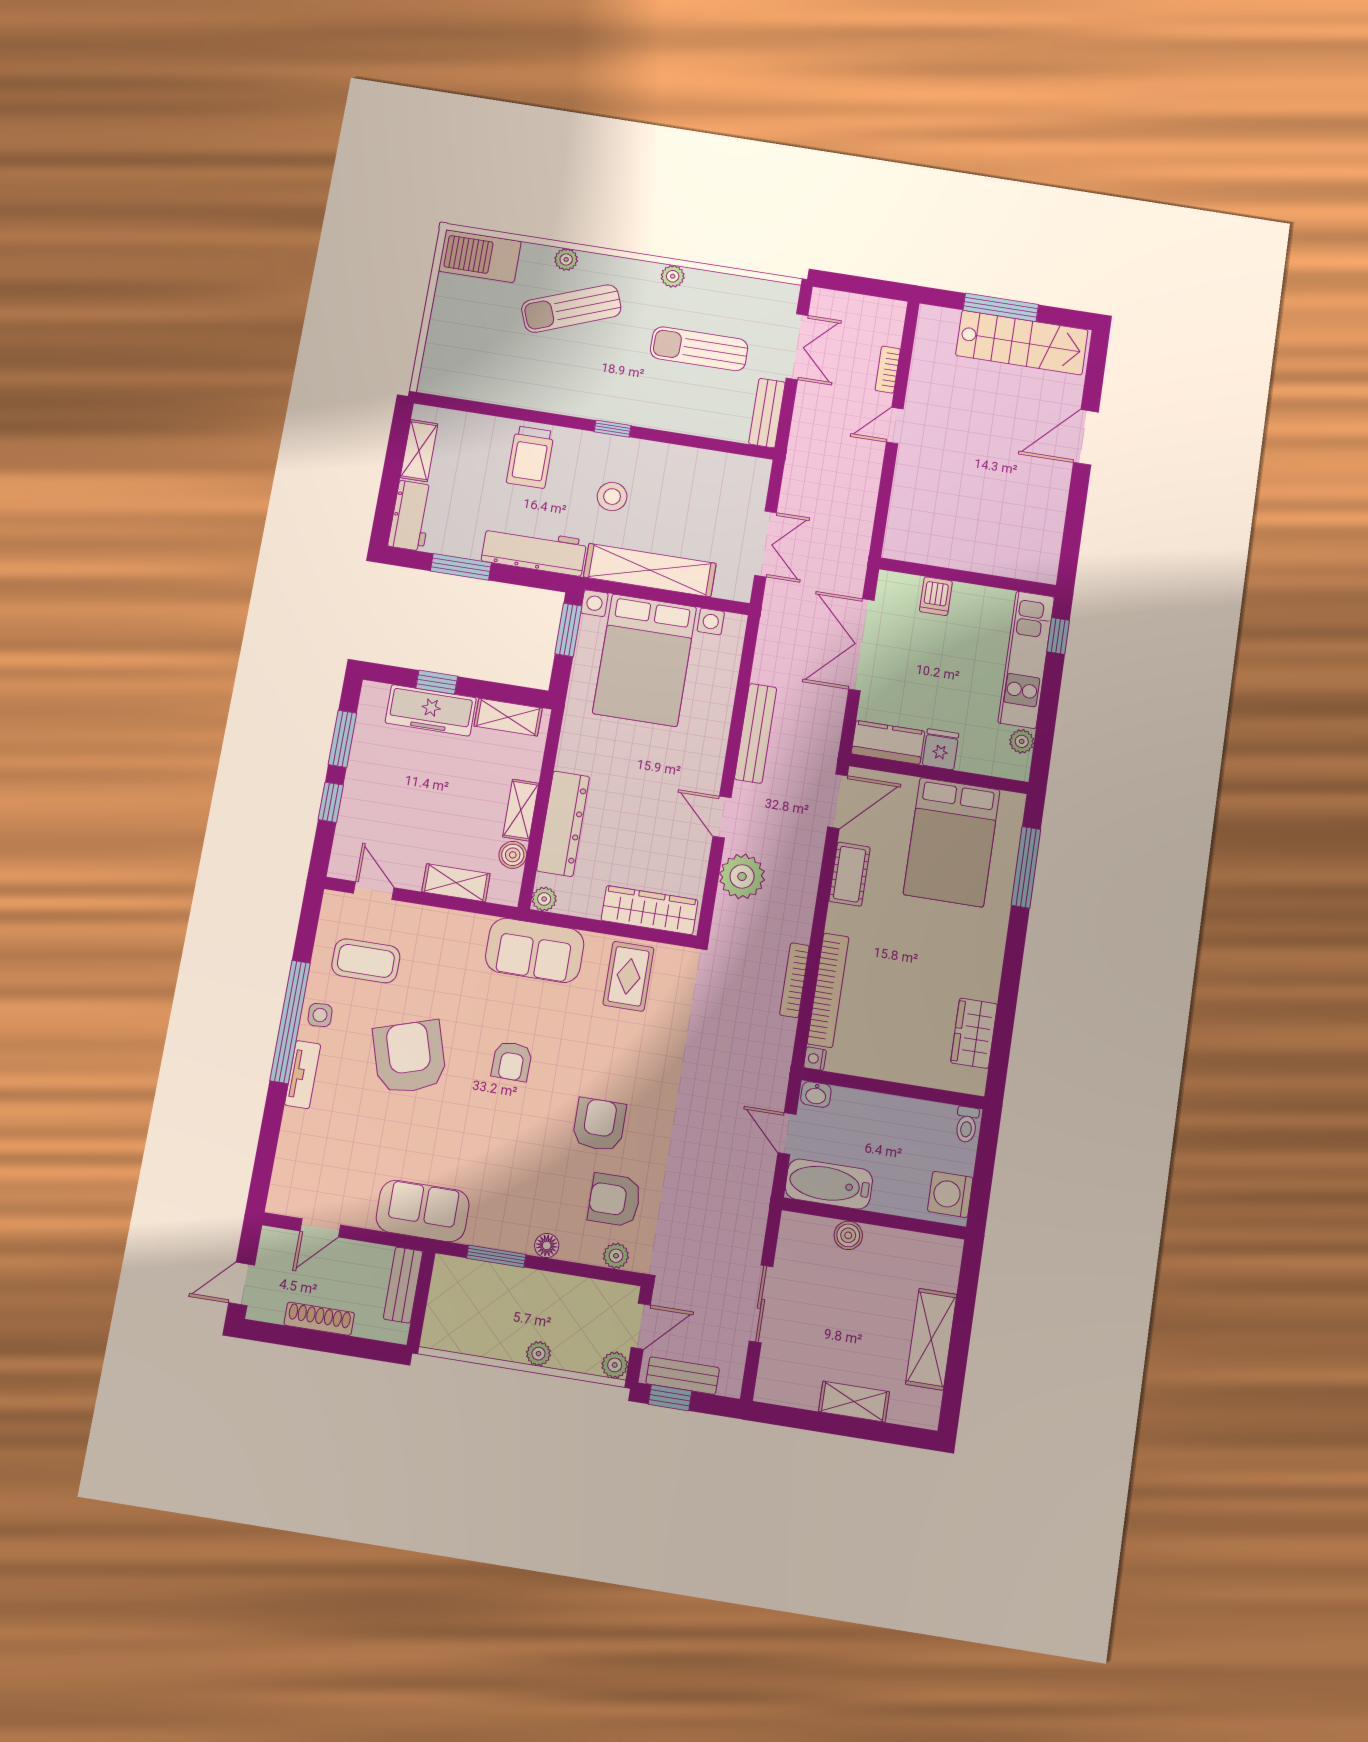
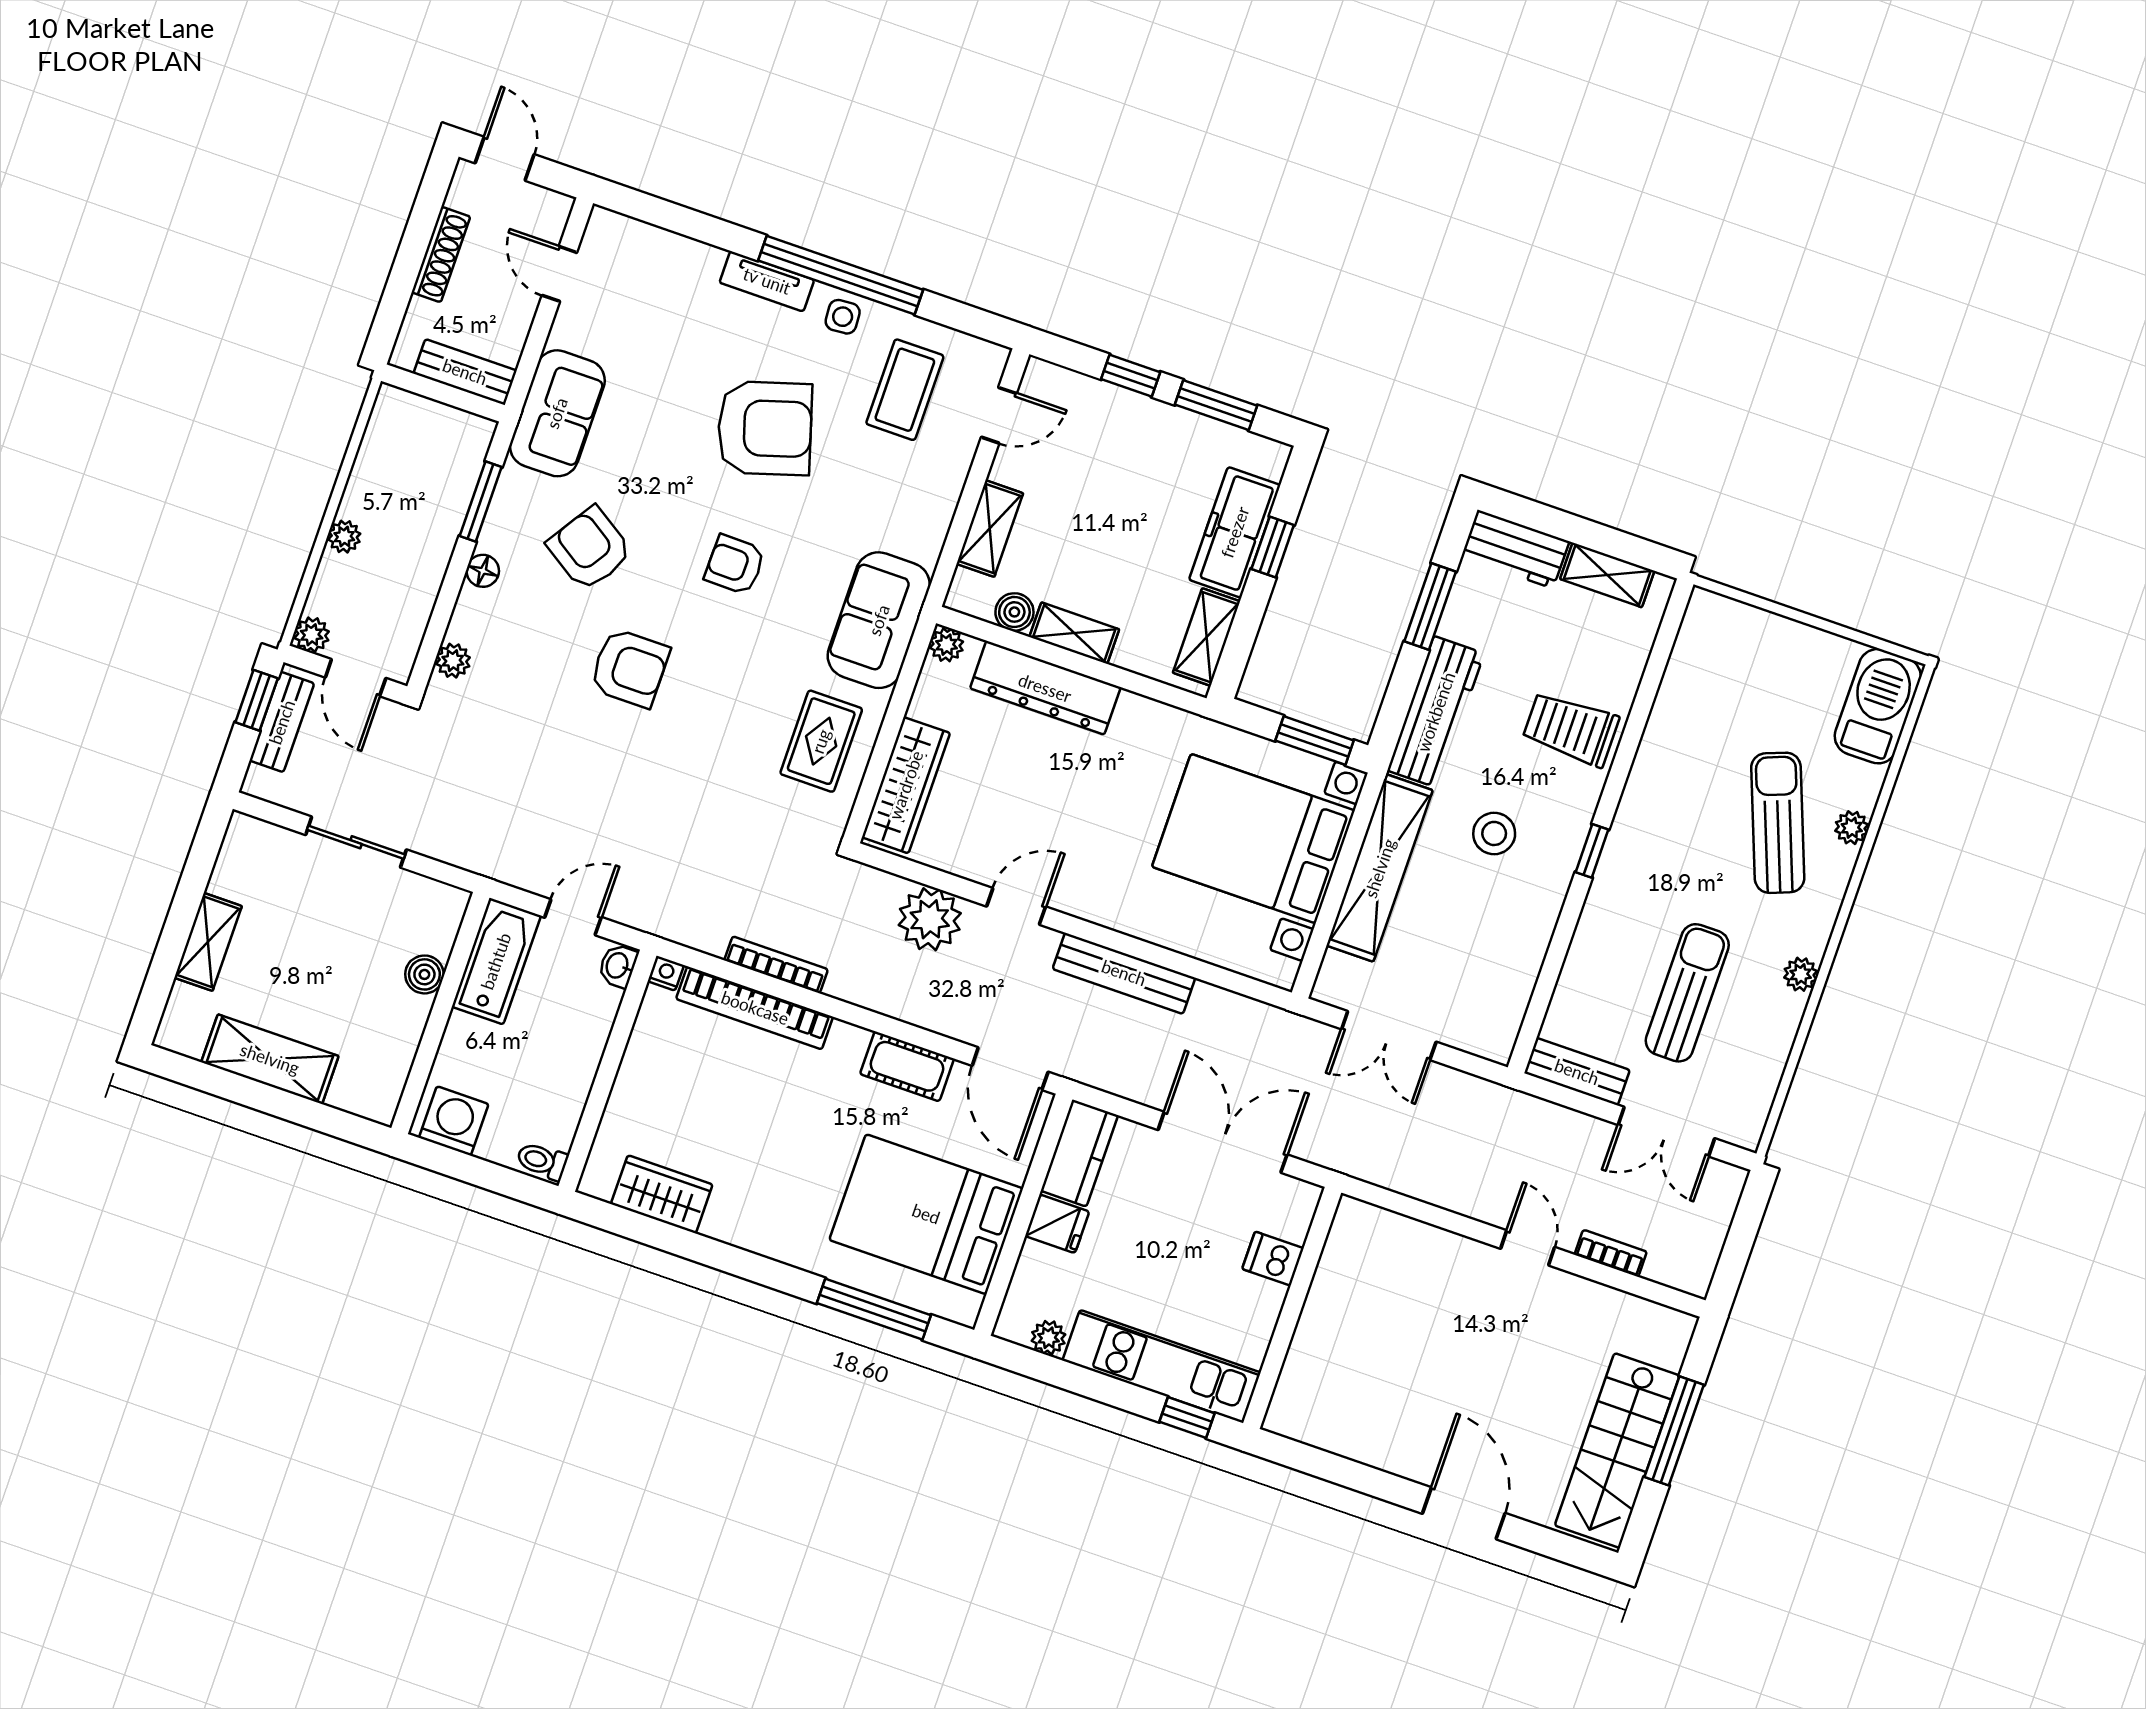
rug: (628, 976) -> (821, 741), turned 90
armchair: (614, 1200) -> (590, 549), moved, turned -57

